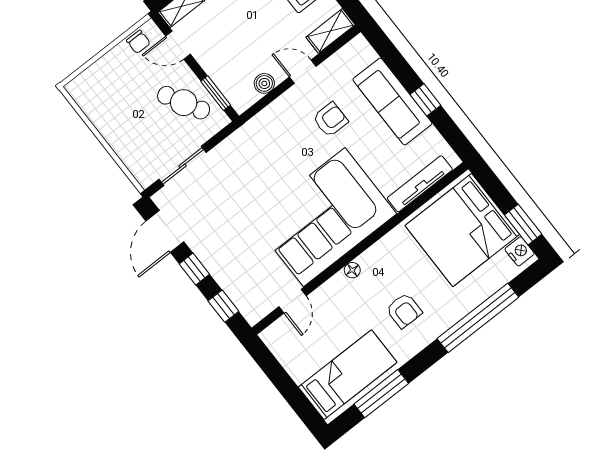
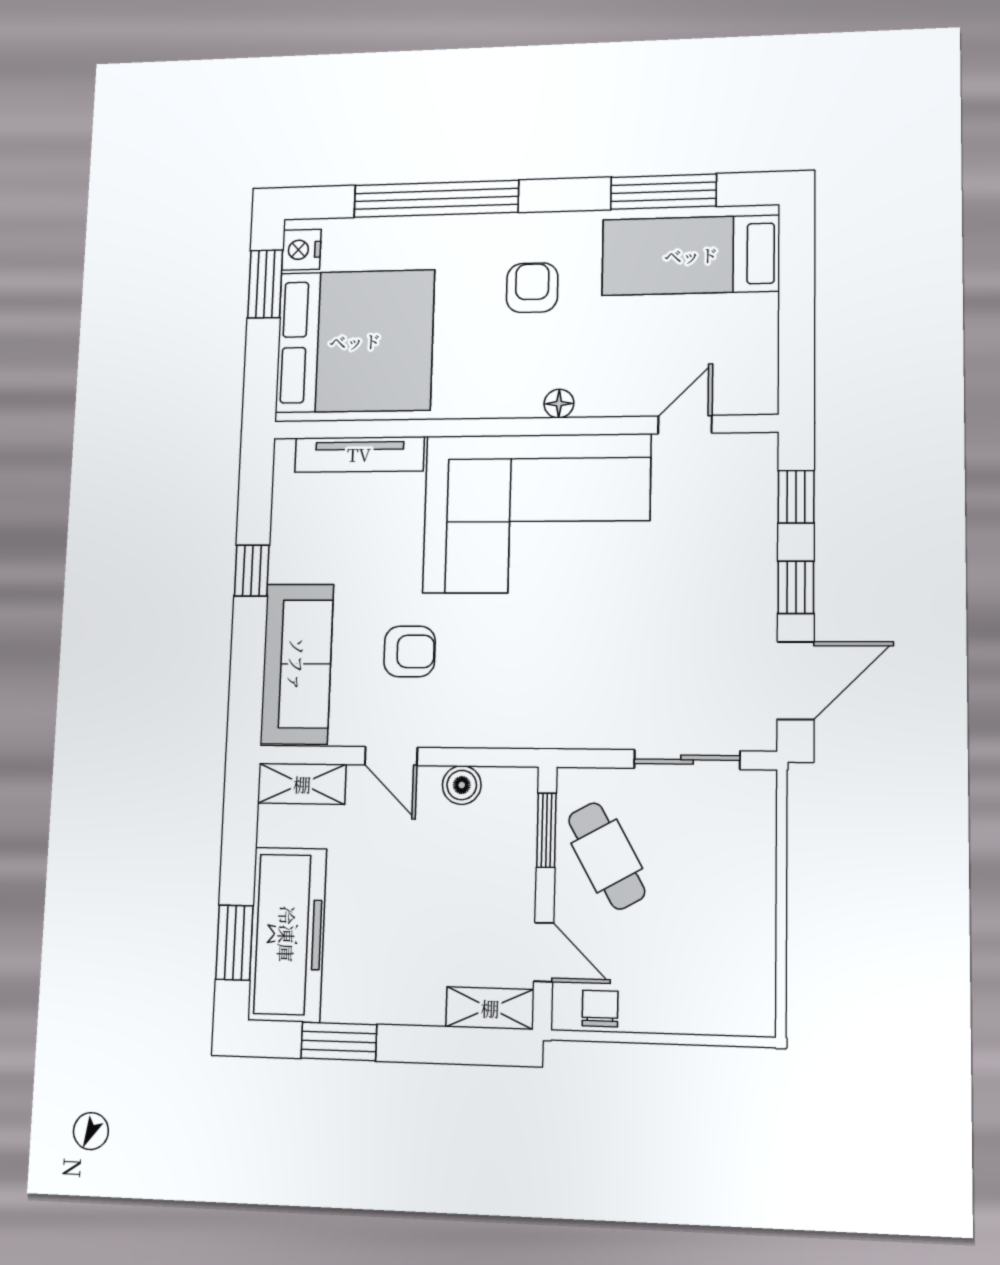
sofa: (392, 101) -> (297, 664), moved
armchair: (330, 120) -> (410, 651), turned 180

